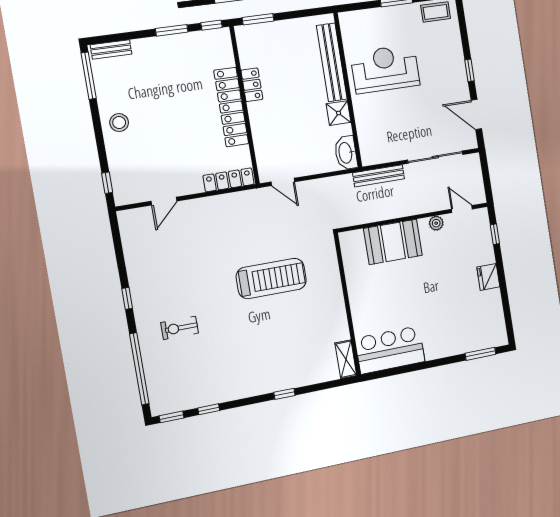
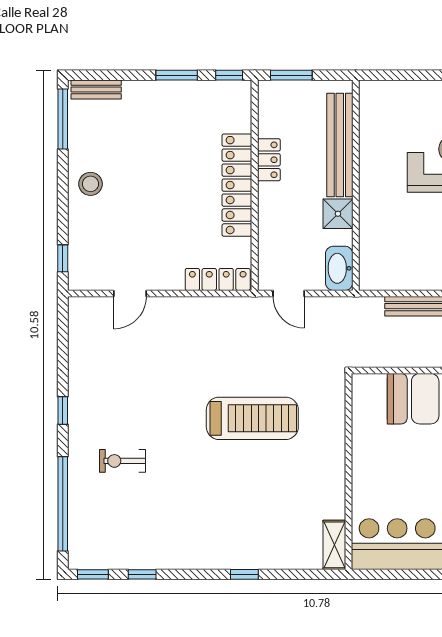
bench: (332, 62) -> (340, 145), moved
wall: (348, 90) -> (356, 185), moved
shower: (339, 113) -> (338, 214), moved
washbasin: (346, 153) -> (339, 268), moved

